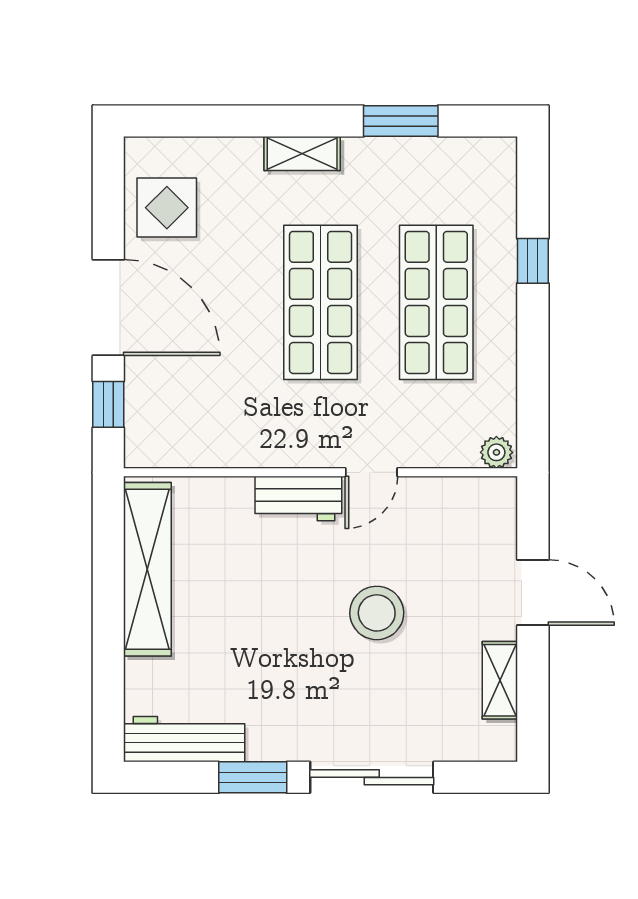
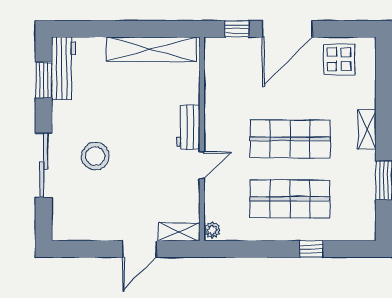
door: (371, 472) -> (202, 165), swing flipped
stool: (377, 613) -> (95, 156), moved
shelving: (500, 680) -> (179, 232), moved
window: (253, 777) -> (44, 80), moved

